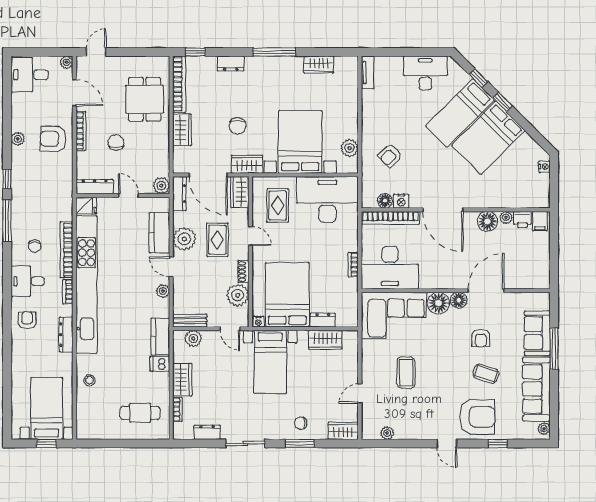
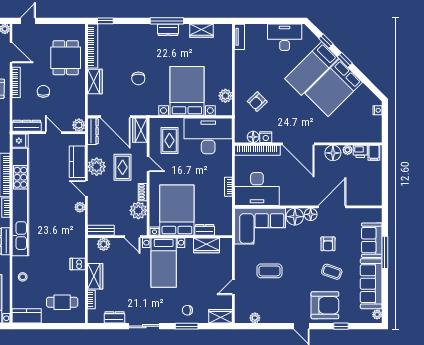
dresser: (231, 63) -> (168, 30), moved
wardrobe: (247, 164) -> (146, 108), removed
kitchen counter: (160, 337) -> (27, 316), moved, turned 90
coffee table: (406, 373) -> (269, 271), turned 90

